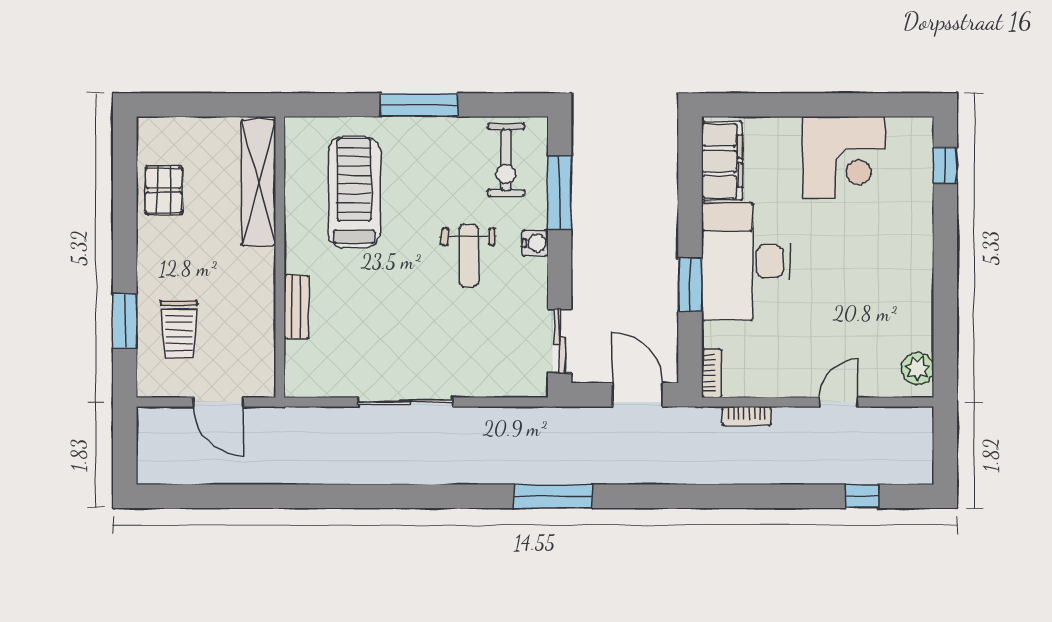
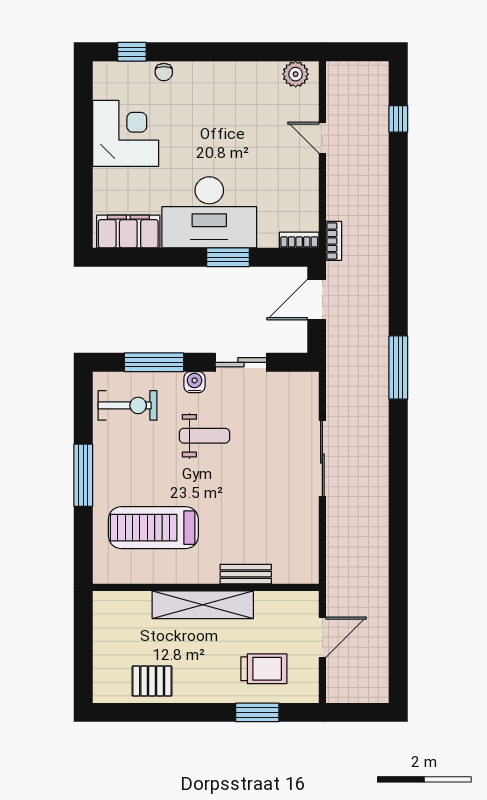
shelving: (258, 183) -> (203, 605), moved
chair: (920, 205) -> (164, 72), added
sliding door: (560, 341) -> (241, 362), moved
sliding door: (405, 402) -> (322, 458), moved
bookcase: (747, 416) -> (334, 241), moved

